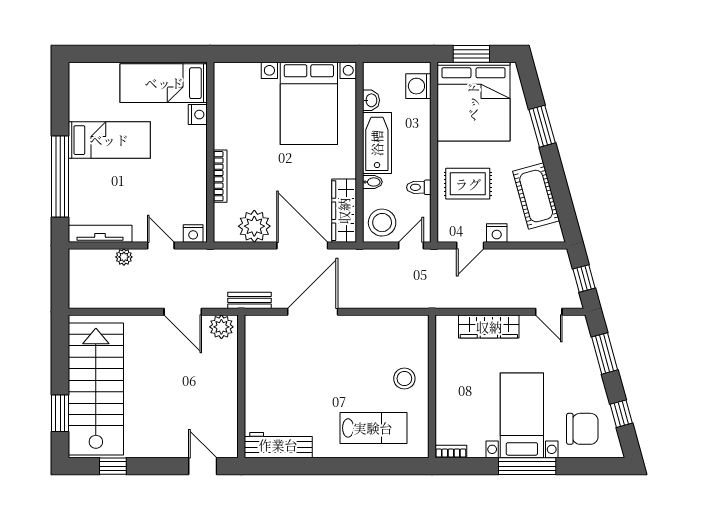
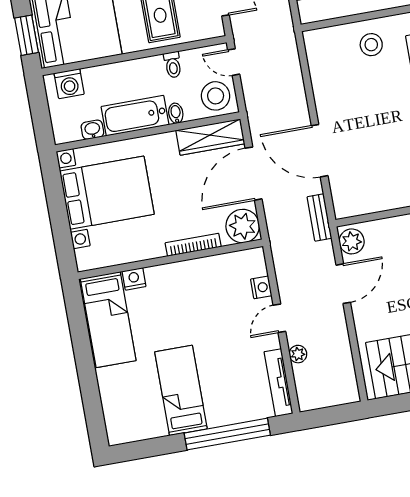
bed: (164, 83) -> (108, 320), moved
nightstand: (198, 115) -> (134, 279), moved
wall: (210, 152) -> (170, 259), moved
bookcase: (220, 176) -> (193, 245), moved

